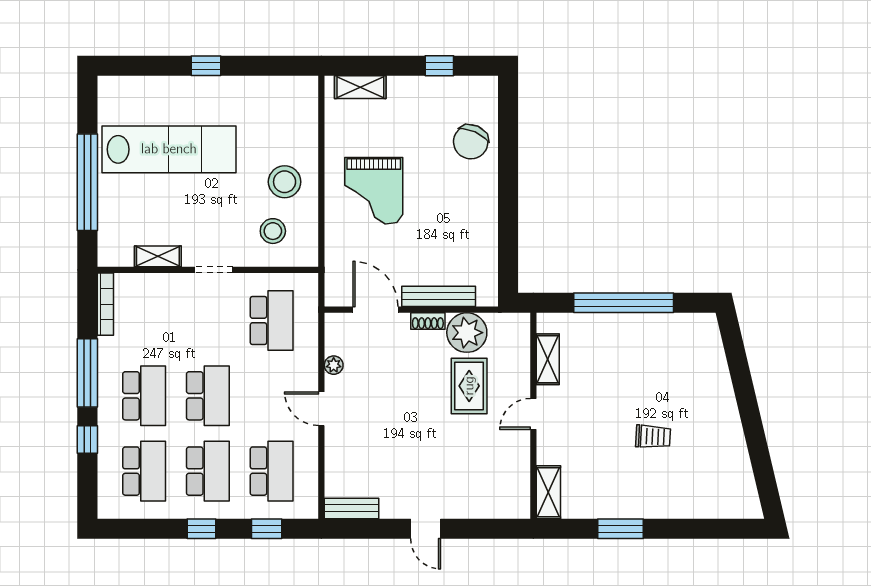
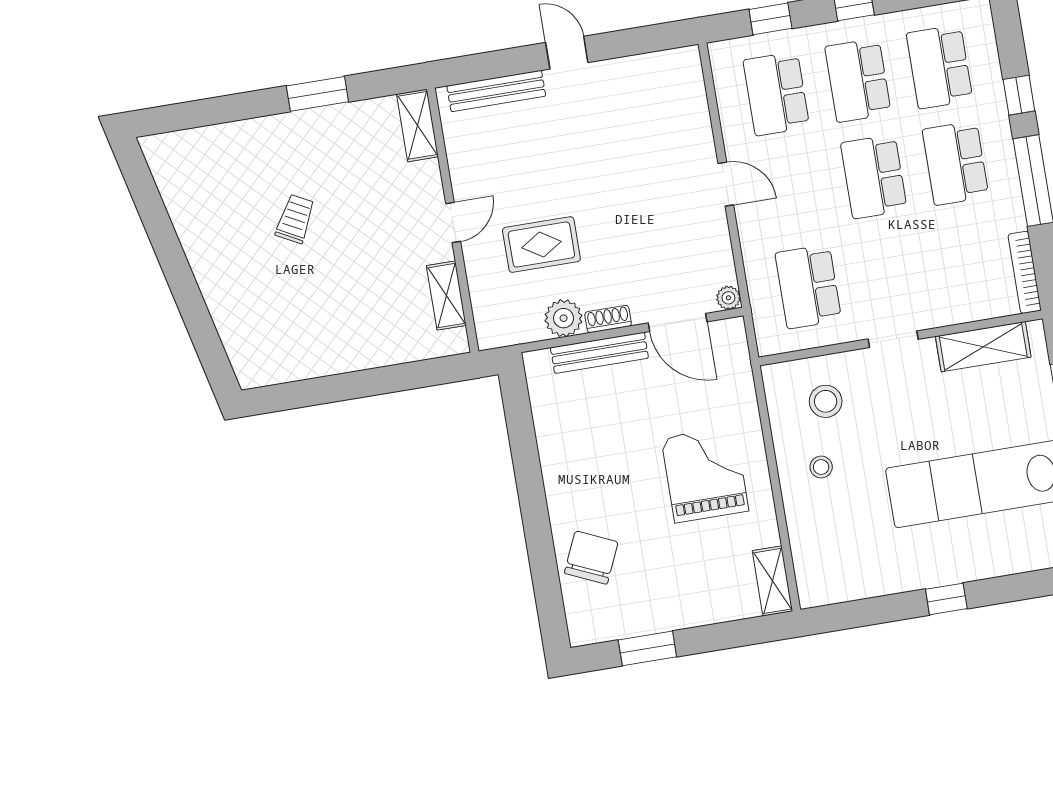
window: (439, 66) -> (647, 648), width x1.50
shelving: (360, 87) -> (772, 581), moved, turned 90
stool: (285, 182) -> (821, 467), width x0.53, depth x0.53
shelving: (158, 256) -> (983, 347), width x1.50, depth x1.33
window: (624, 303) -> (361, 384), removed
plant: (467, 333) -> (564, 318), width x0.73, depth x0.73
plant: (334, 365) -> (728, 298), moved
rug: (469, 386) -> (541, 245), turned 90
trolley: (653, 437) -> (295, 219), turned 115
bench: (351, 508) -> (496, 91), moved, width x1.36

